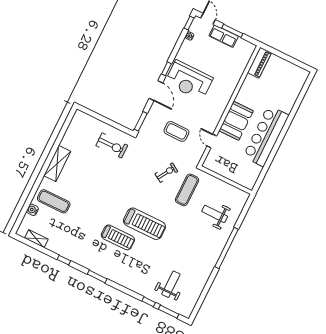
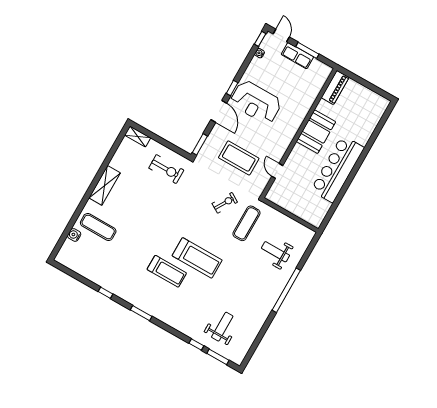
booth: (236, 121) -> (316, 132), moved
coffee table: (176, 131) -> (239, 158), width x1.36, depth x1.32
shelving: (36, 239) -> (138, 136), moved

